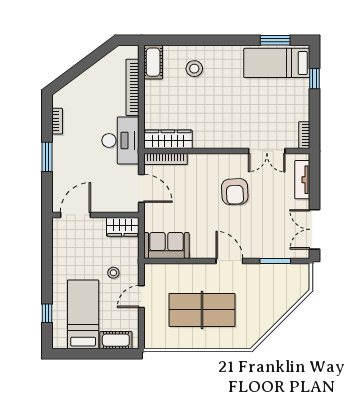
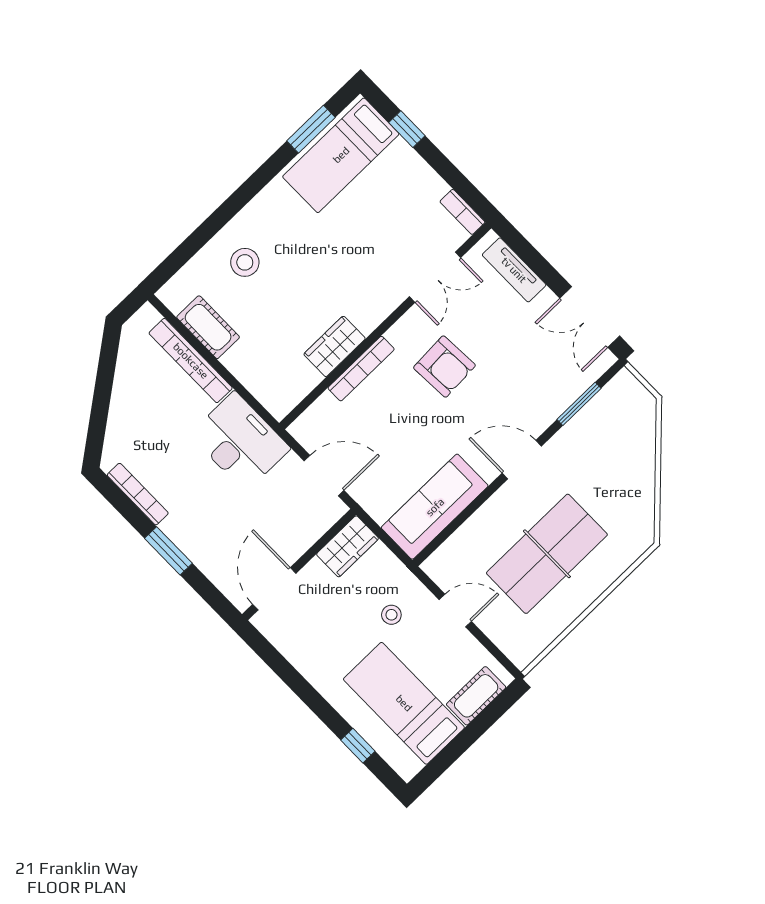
cot: (153, 62) -> (208, 327), moved
bookcase: (57, 121) -> (138, 494), width x1.56
wardrobe: (168, 139) -> (335, 346), moved, width x0.67
bookcase: (166, 159) -> (361, 369), moved
sofa: (166, 245) -> (435, 507), width x1.36
door: (141, 297) -> (455, 611), swing flipped

